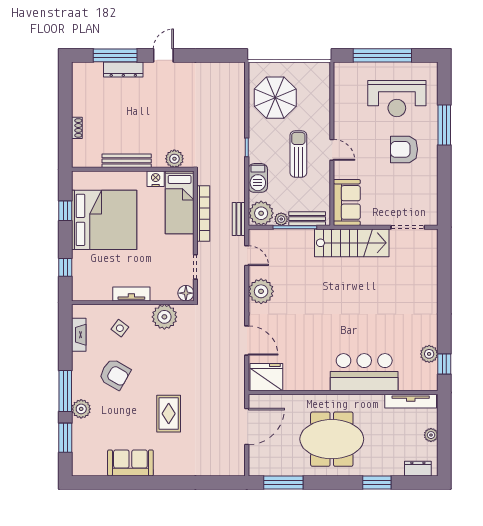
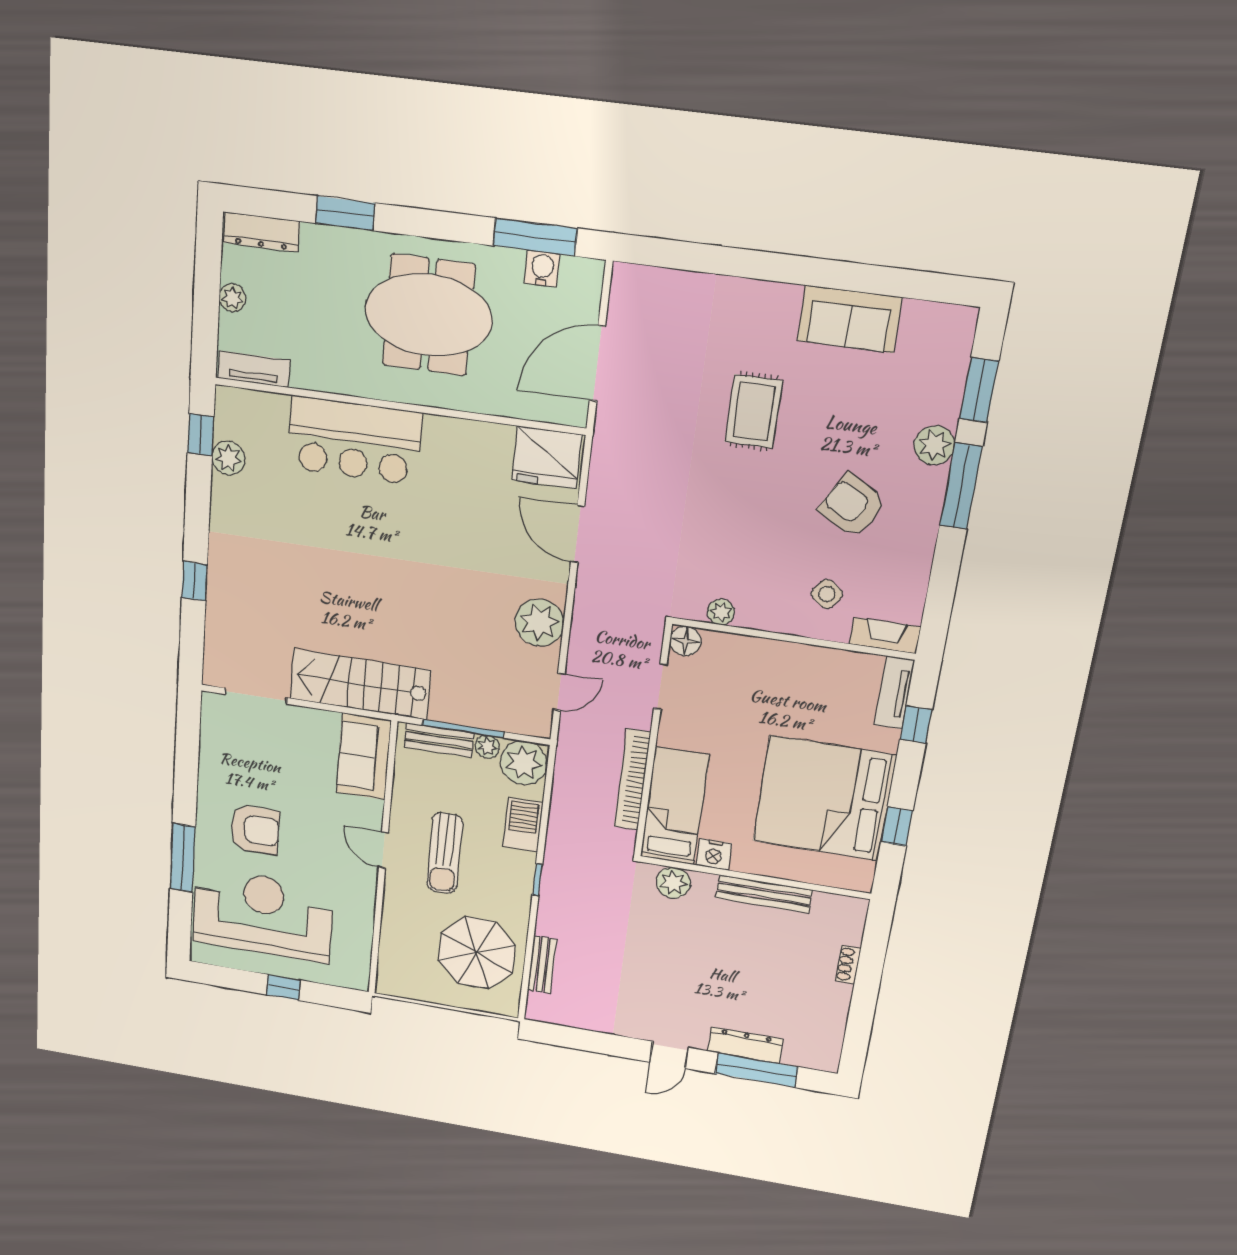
window: (382, 55) -> (283, 987), width x0.32
reception desk: (397, 99) -> (263, 915), width x1.36, depth x1.30
bench: (239, 219) -> (542, 965), moved
door: (247, 256) -> (559, 692), swing flipped
window: (444, 286) -> (194, 581), added
tv unit: (131, 294) -> (894, 693), moved, turned 90
plant: (164, 317) -> (721, 612), width x0.53, depth x0.53
fireplace: (79, 335) -> (885, 635), moved, turned 90
tv unit: (411, 401) -> (254, 369), width x0.71
water cooler: (278, 468) -> (542, 269), added
dresser: (418, 469) -> (262, 232), width x1.44

